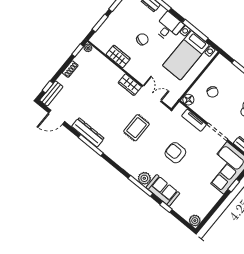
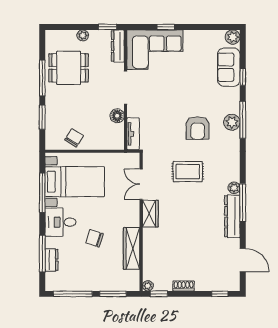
wardrobe: (118, 56) -> (132, 248), width x1.50
chair: (213, 92) -> (74, 138), moved
bench: (51, 93) -> (223, 285), removed
floor lamp: (188, 100) -> (117, 116), moved
tv unit: (194, 120) -> (133, 134), moved
plant: (104, 147) -> (234, 188), added
armchair: (175, 153) -> (198, 128), moved
sofa: (163, 190) -> (229, 67), moved

